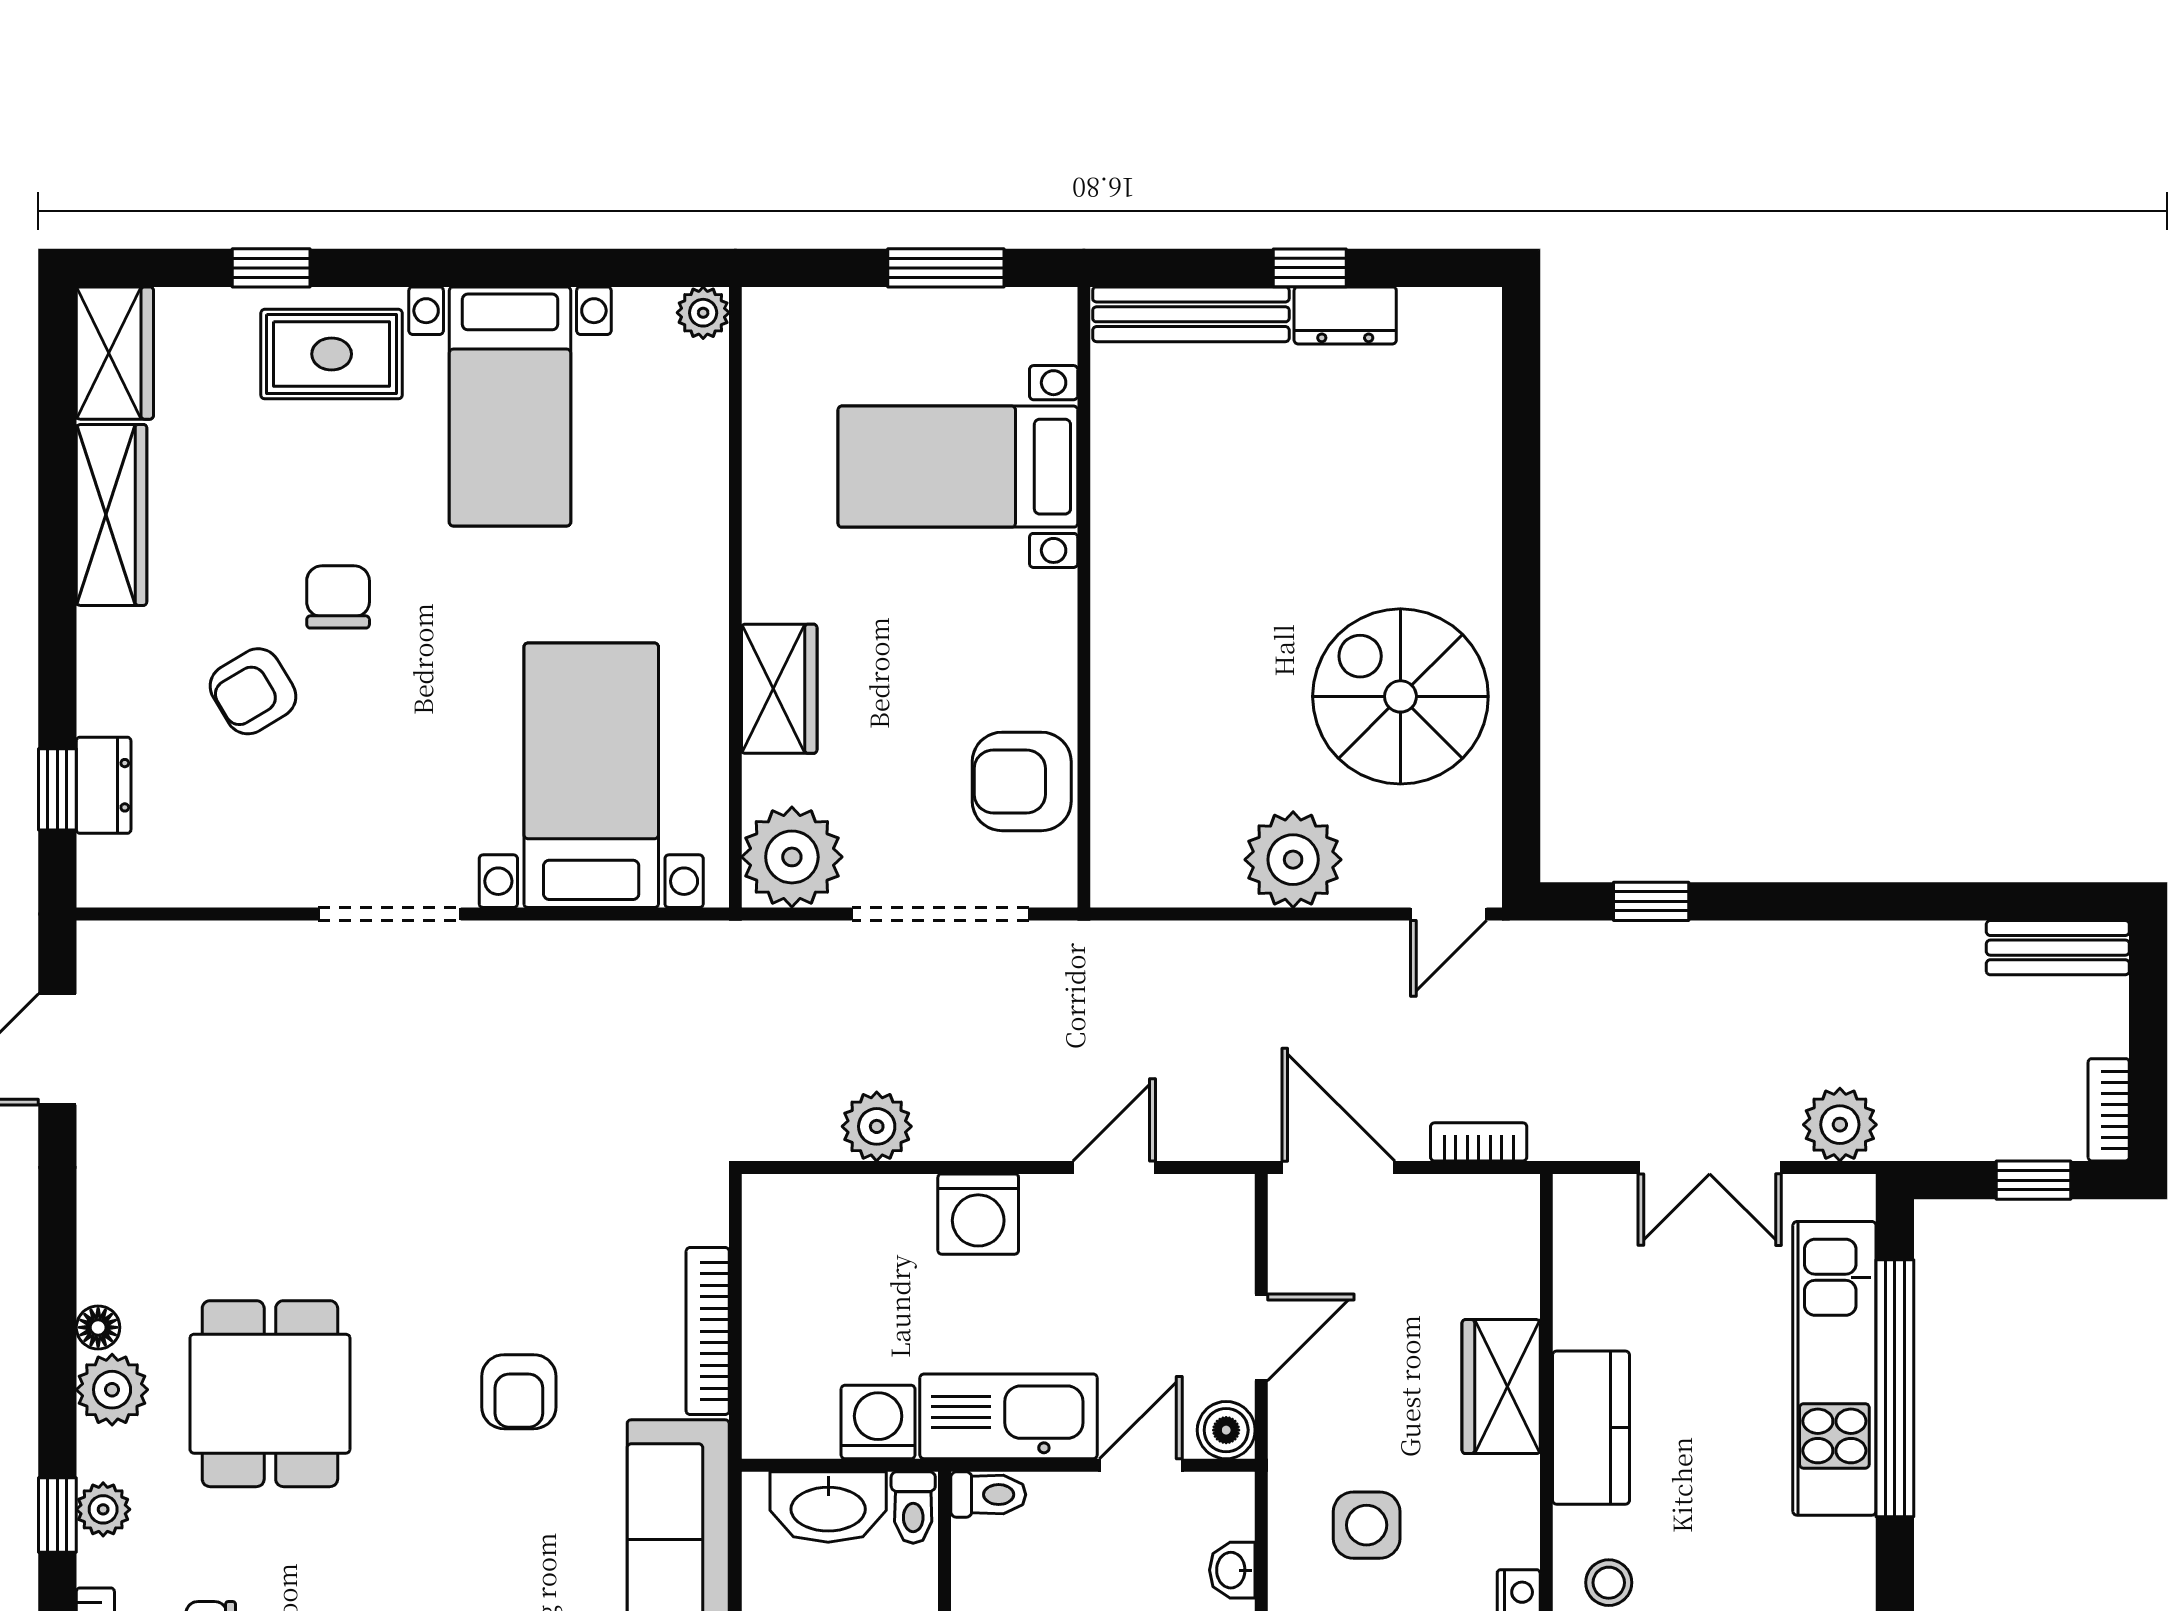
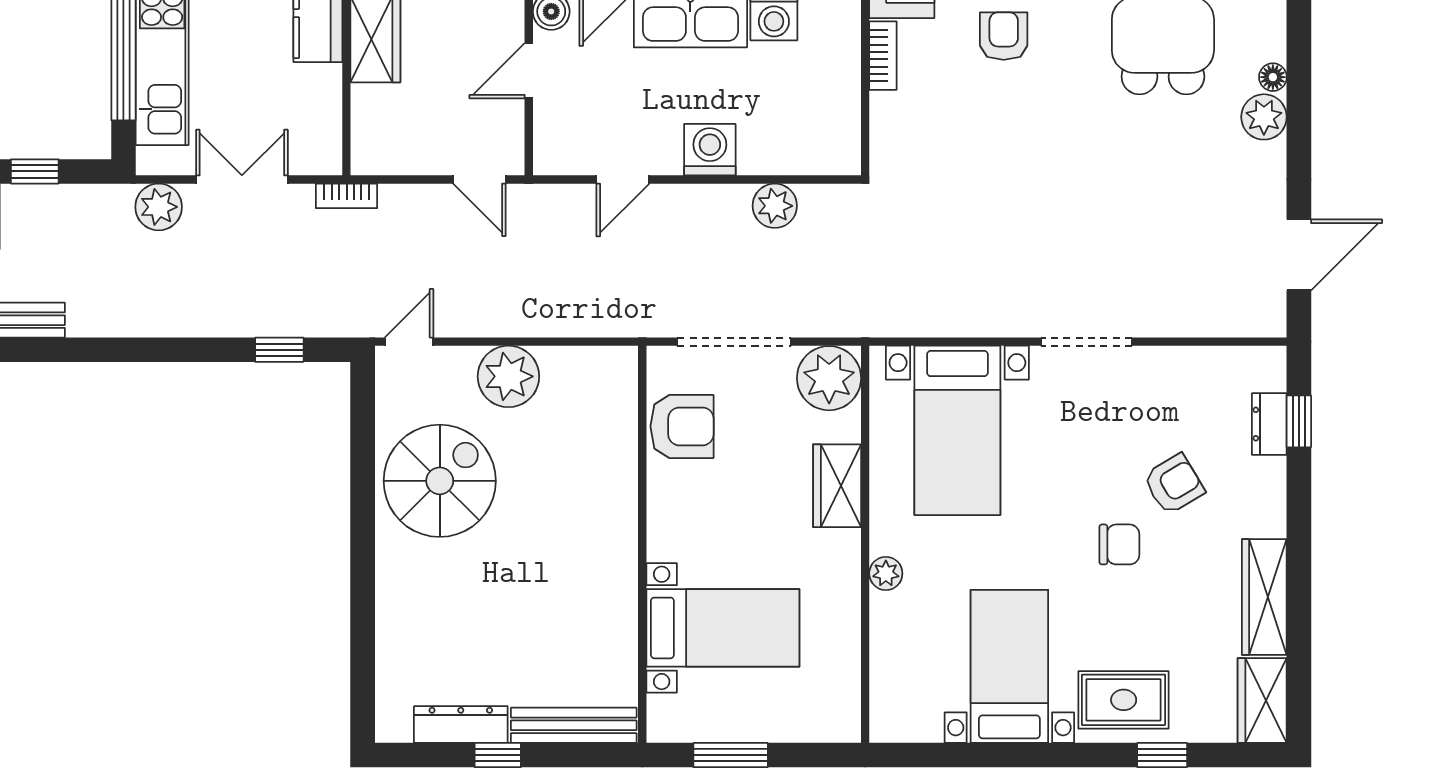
plant: (703, 313) -> (886, 573), moved
dresser: (1345, 315) -> (461, 725), width x1.44
chair: (338, 597) -> (1119, 544), turned -90
spiral stairs: (1400, 696) -> (440, 481), turned -90
bookcase: (1479, 1142) -> (347, 196), moved
door: (1338, 1167) -> (479, 180), width x0.73
bookcase: (708, 1331) -> (883, 56), width x0.64
plant: (112, 1390) -> (1264, 117), moved

